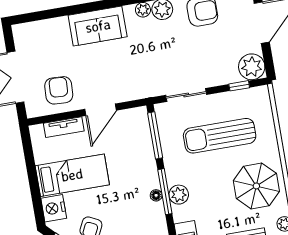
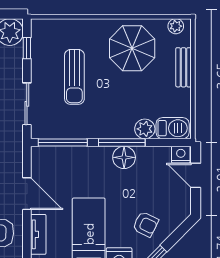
sun lounger: (220, 136) -> (74, 77), width x0.73, depth x0.75
floor lamp: (156, 195) -> (124, 157), width x1.89, depth x1.89
plant: (179, 195) -> (145, 129), moved

